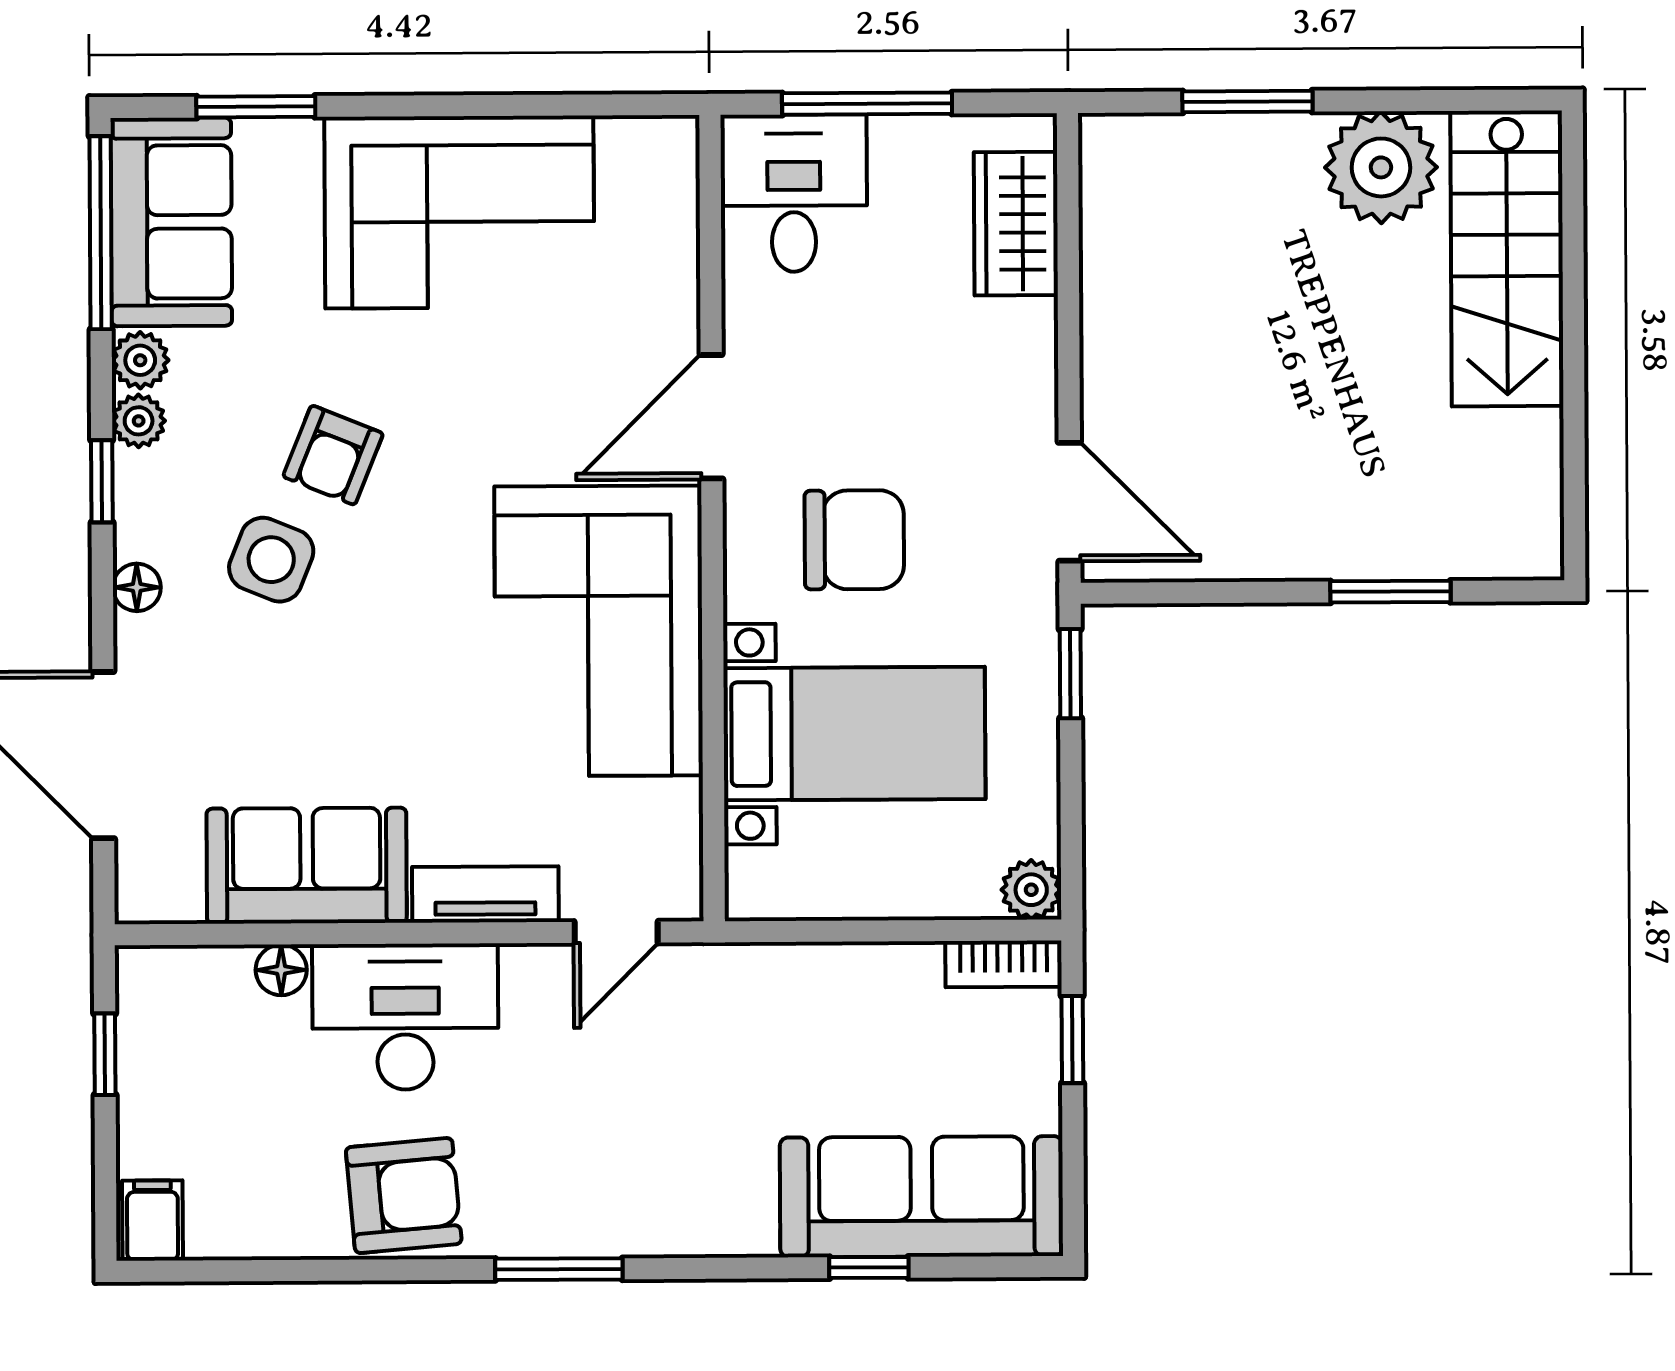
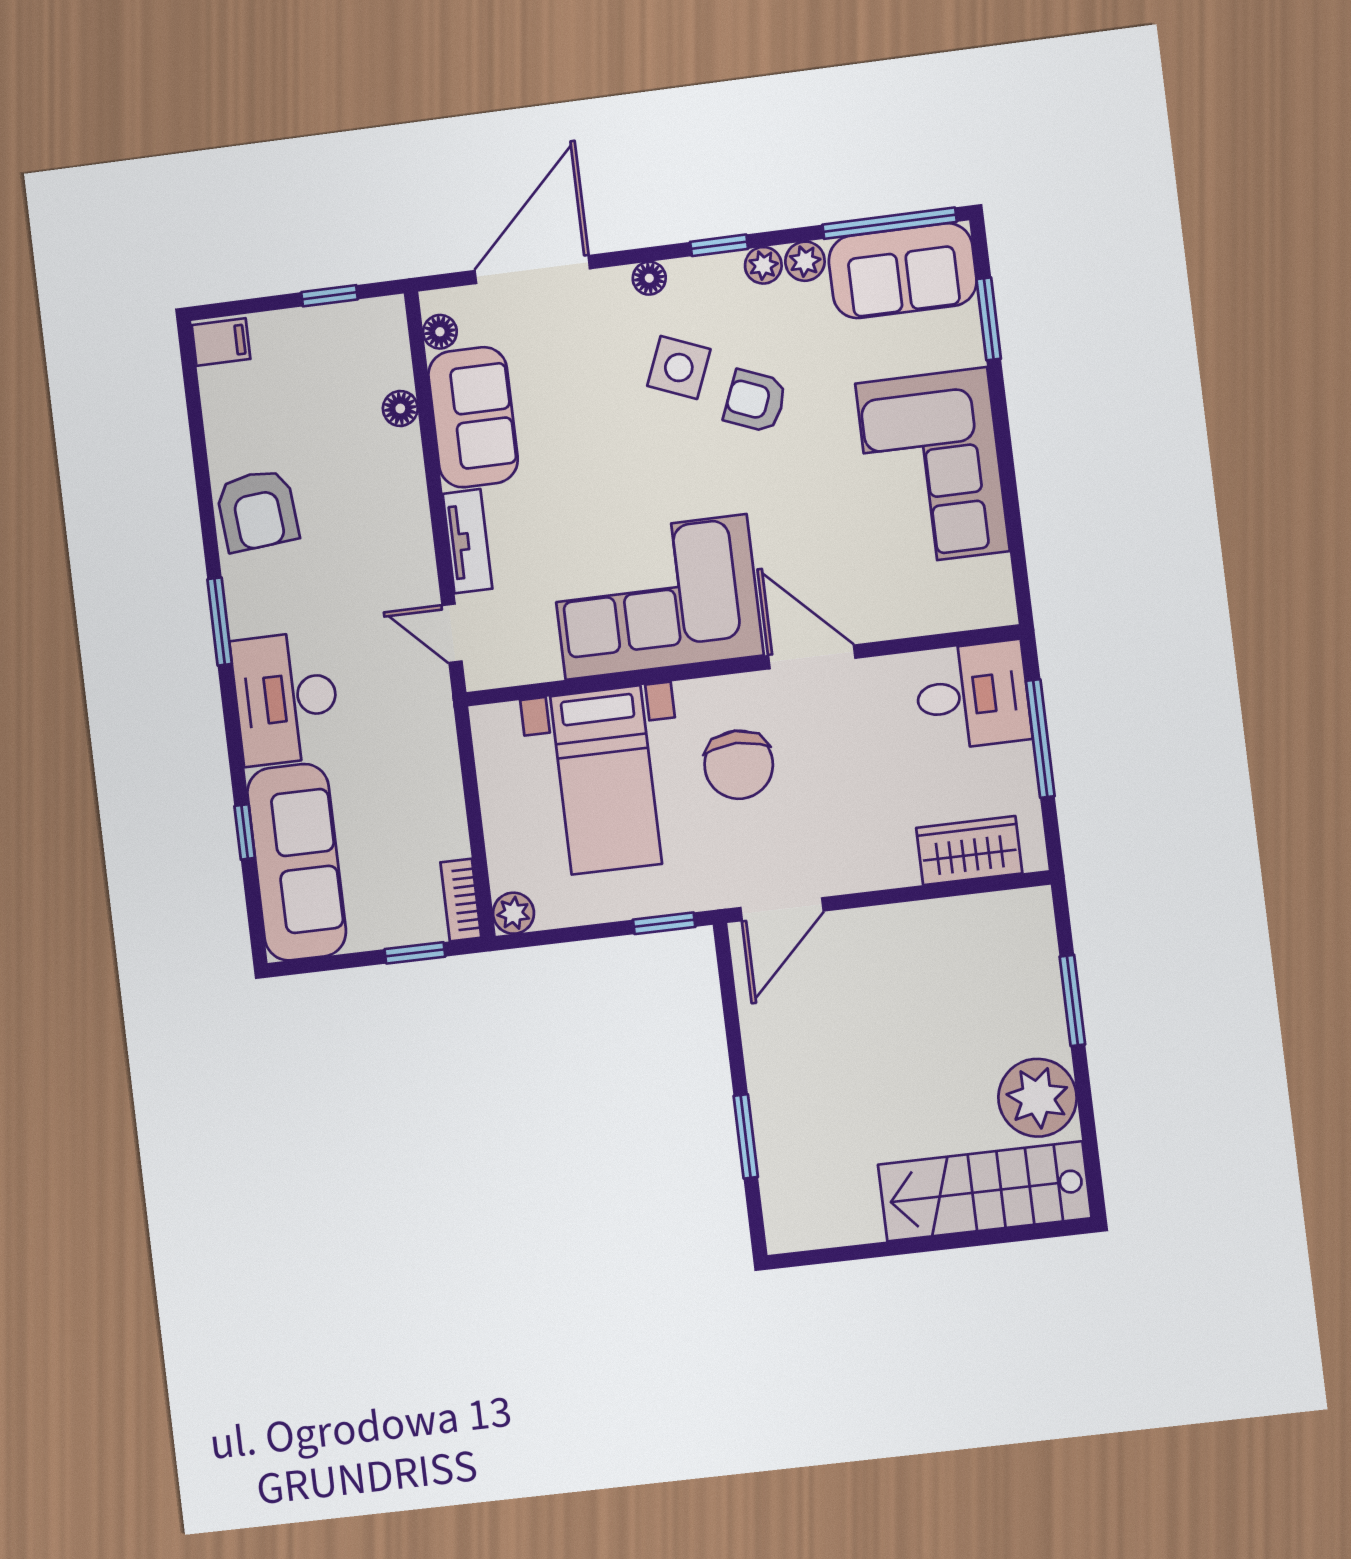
floor lamp: (177, 900) -> (440, 332), added
desk: (405, 1017) -> (286, 698), moved, turned 180

